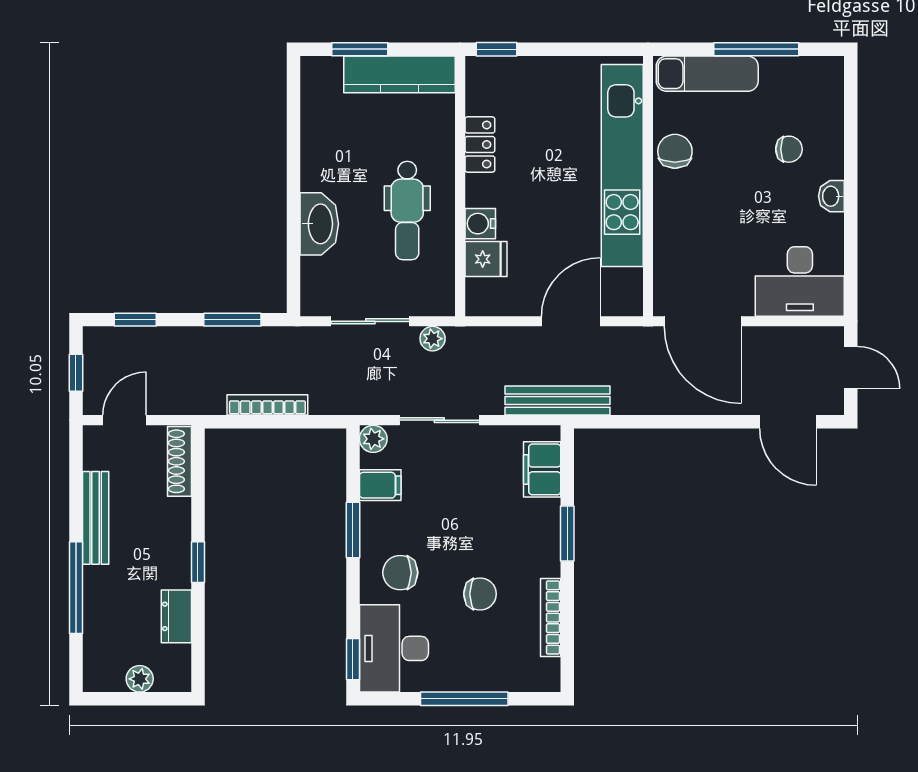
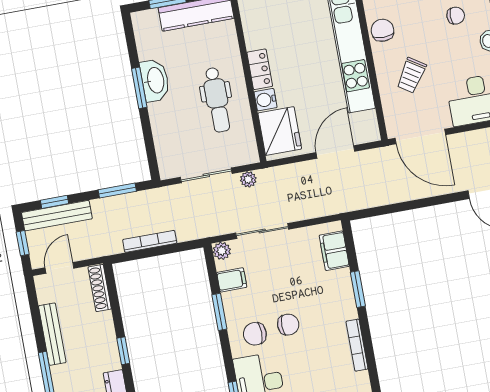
locker: (480, 145) -> (260, 69), moved
window: (294, 171) -> (139, 88), added
washbasin: (319, 224) -> (155, 80), moved
trolley: (706, 227) -> (411, 75), added
fridge: (486, 259) -> (280, 131), width x1.88, depth x1.34
bench: (558, 401) -> (57, 216), moved
chair: (480, 594) -> (288, 325), moved

